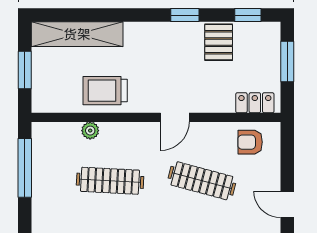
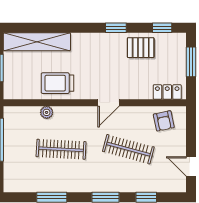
pallet: (219, 42) -> (141, 48), turned 90
armchair: (250, 142) -> (164, 121), turned -102

